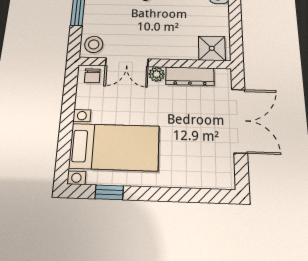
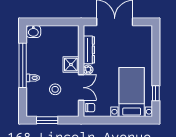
stool: (94, 44) -> (55, 89), moved
shower: (212, 48) -> (71, 65), moved

